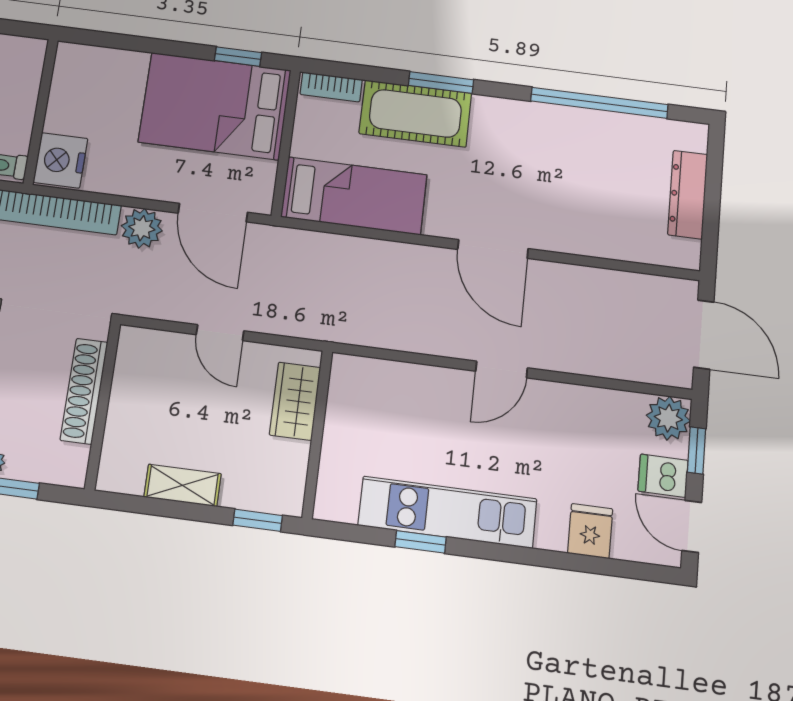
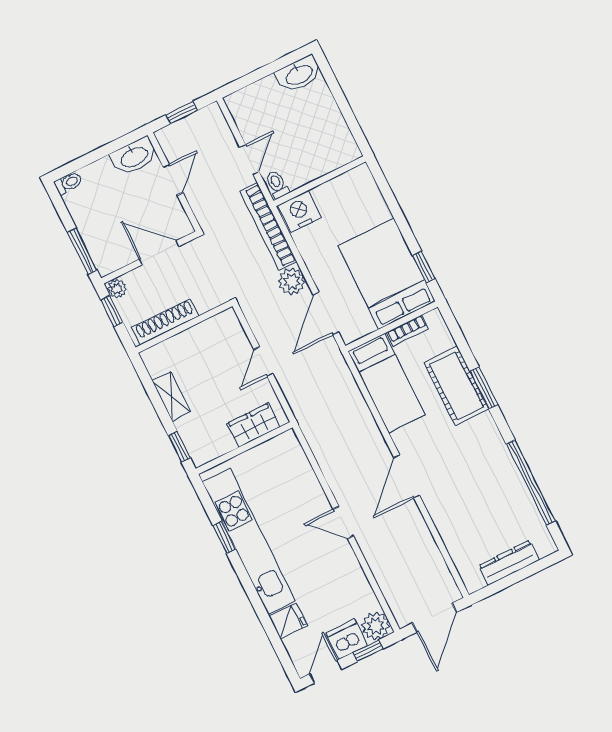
bookcase: (331, 87) -> (408, 330), moved, turned -90
shoe rack: (84, 391) -> (165, 322), moved
dishwasher: (663, 476) -> (347, 639), width x1.38
kitchen unit: (447, 512) -> (249, 541), width x1.36

